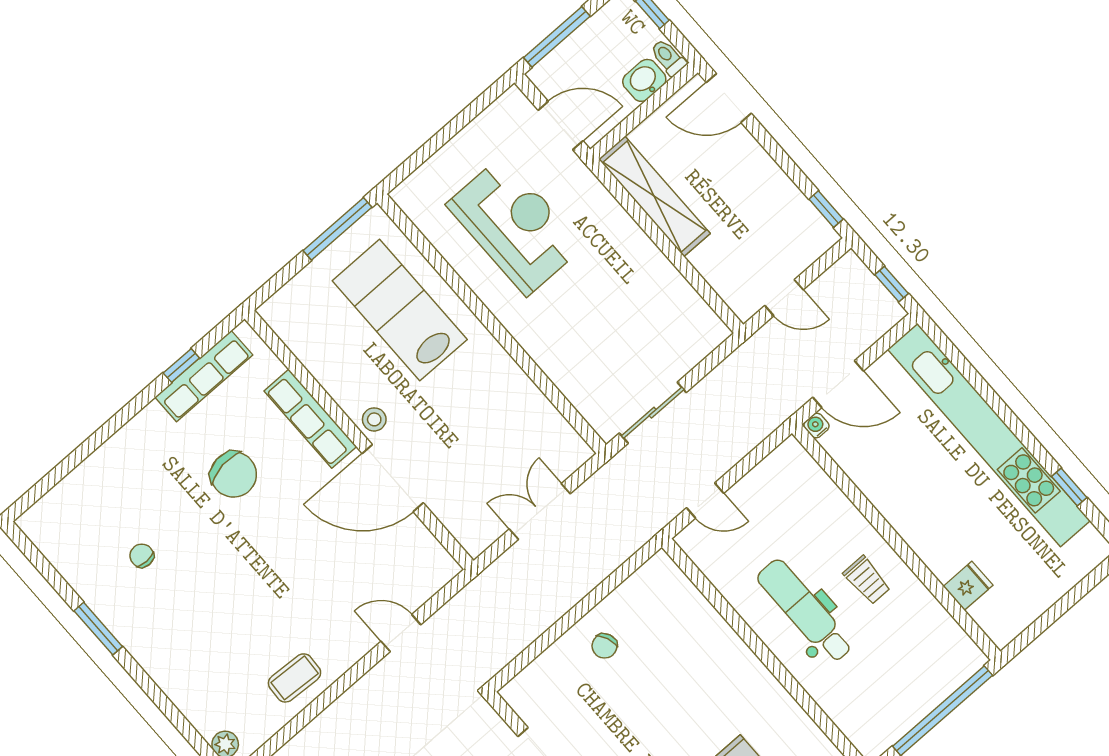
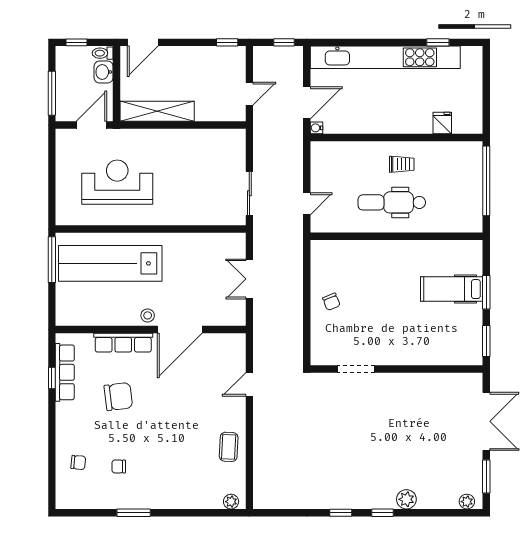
lab bench: (400, 310) -> (110, 263), width x1.36
chair: (100, 498) -> (78, 462), added

